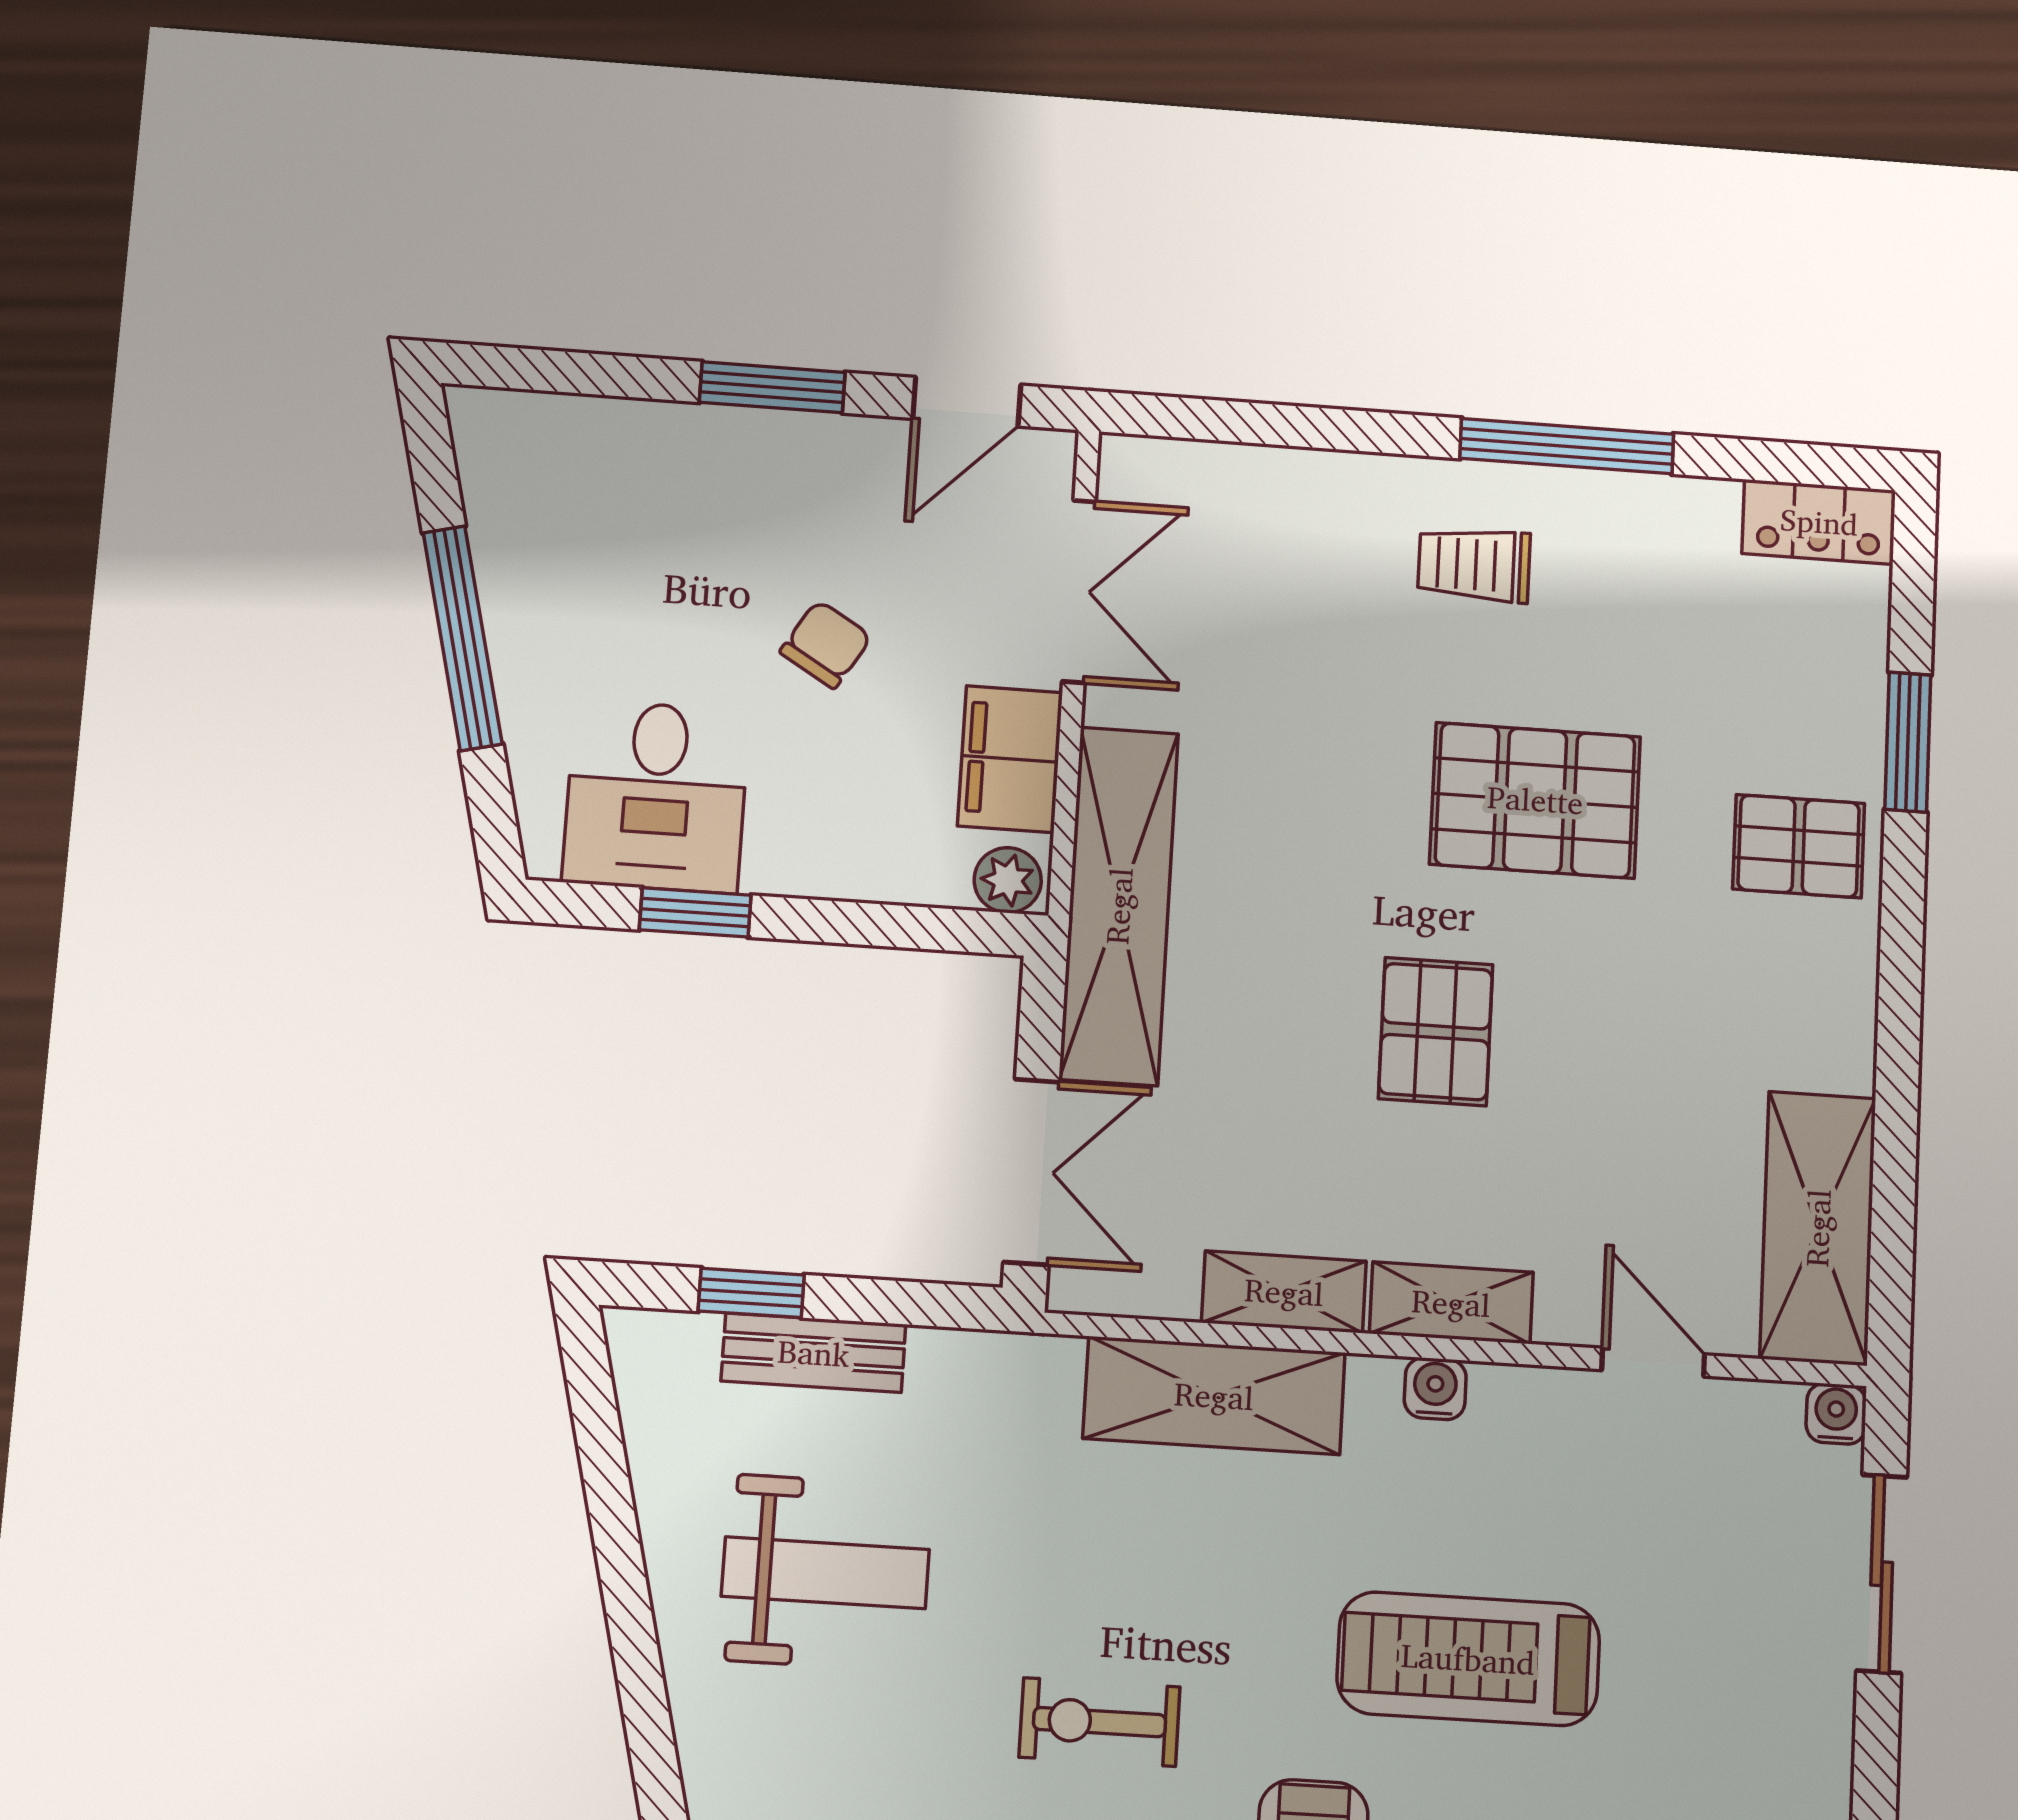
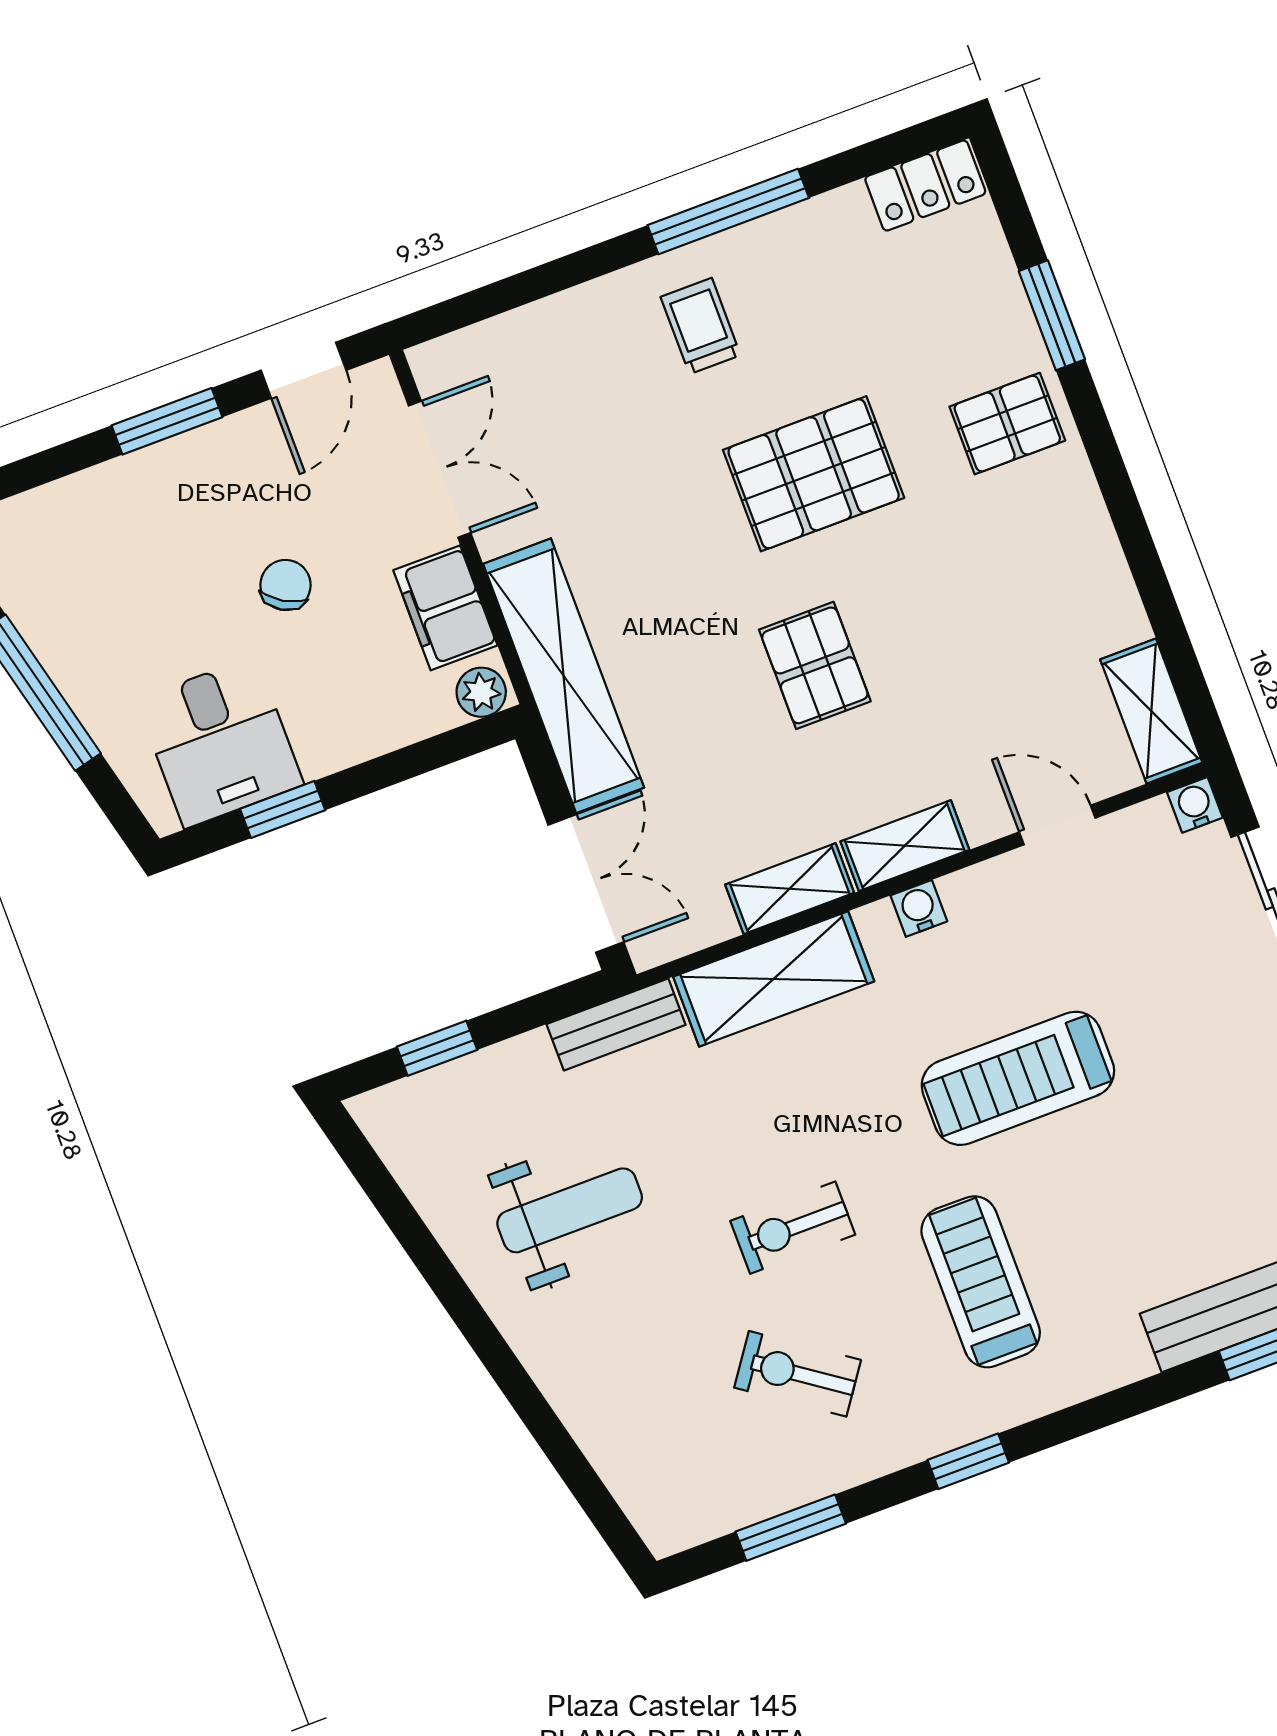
trolley: (1474, 565) -> (701, 326), turned 90
shelving: (1818, 1228) -> (1151, 711), width x0.67, depth x0.75
bench: (814, 1353) -> (616, 1025), moved

